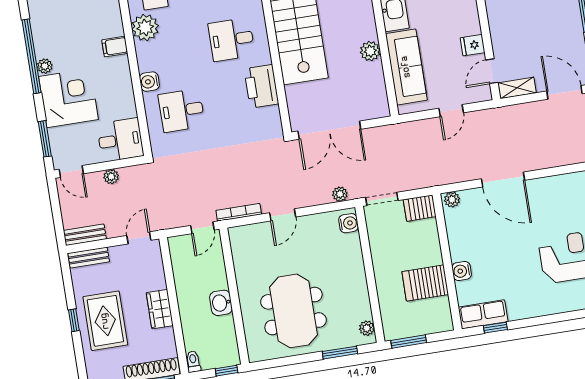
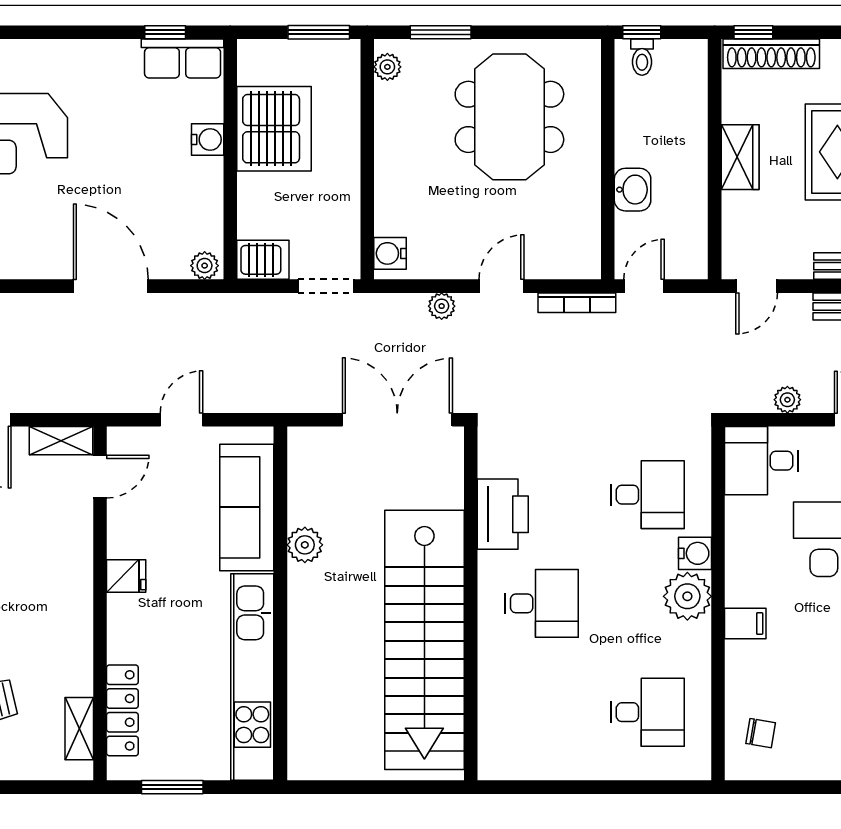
plant: (145, 28) -> (687, 596), moved
fridge: (473, 45) -> (126, 576), moved
plant: (340, 194) -> (442, 306), moved
server rack: (425, 283) -> (274, 129), width x1.60
washbasin: (221, 303) -> (633, 190), moved
toilet: (193, 362) -> (642, 57), moved

